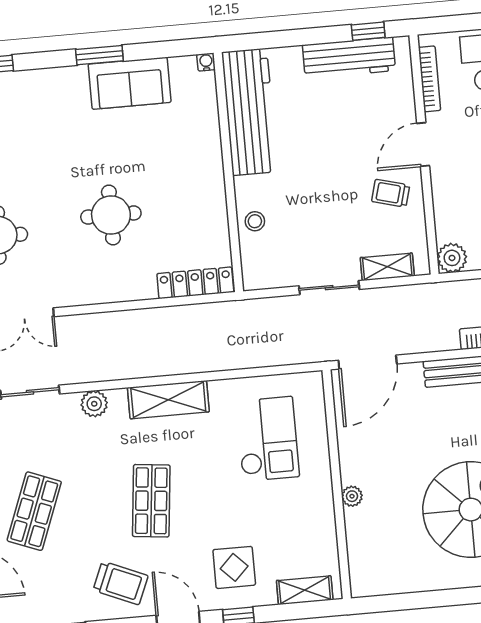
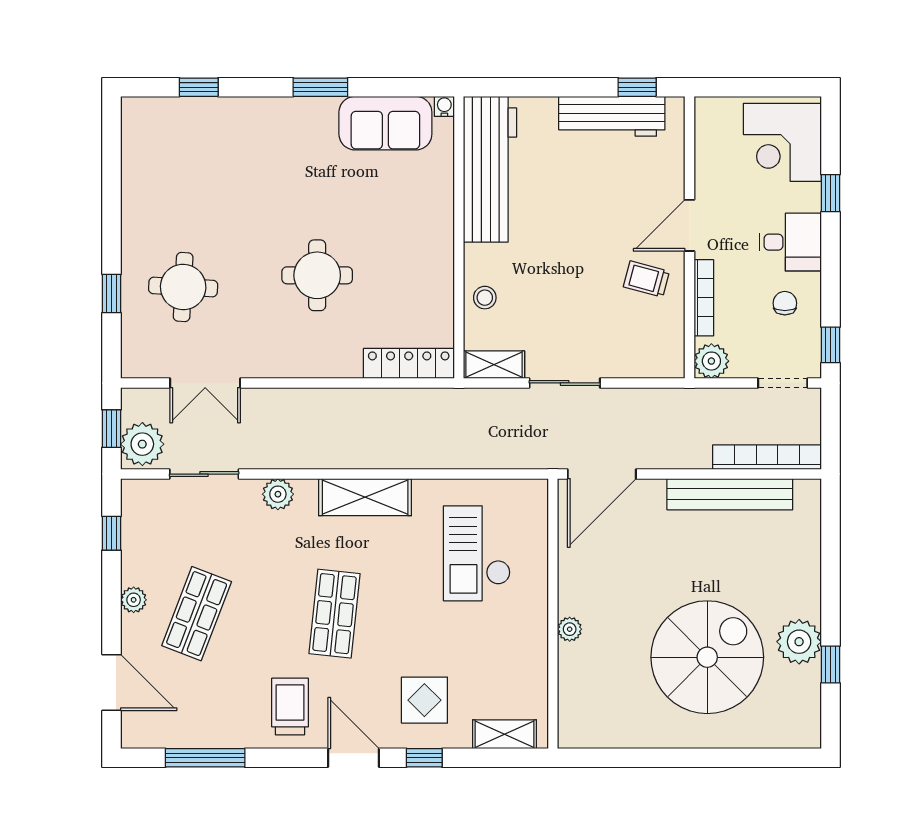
bookcase: (429, 79) -> (704, 298), moved
sofa: (130, 83) -> (385, 123), moved
shelving: (387, 267) -> (494, 365), moved
checkout: (267, 439) -> (477, 553), turned 180
trolley: (121, 583) -> (290, 707), turned -113

